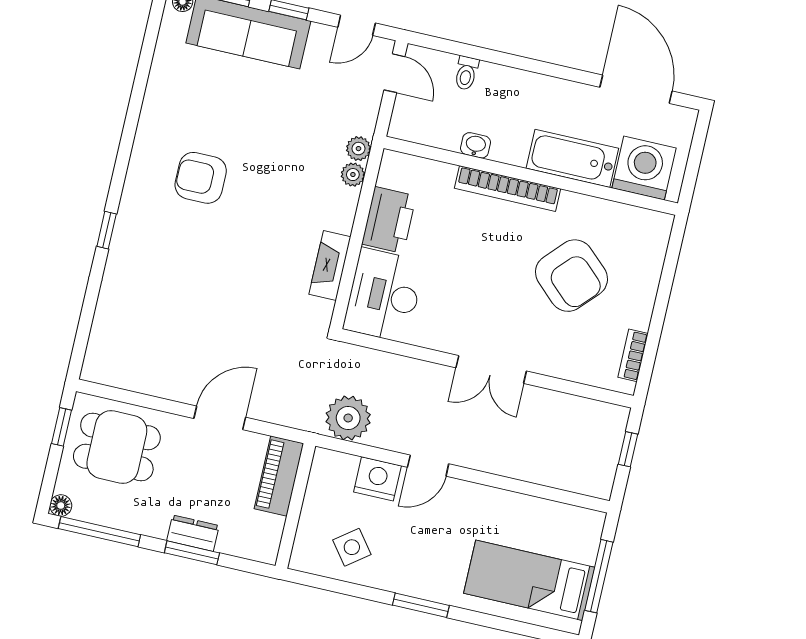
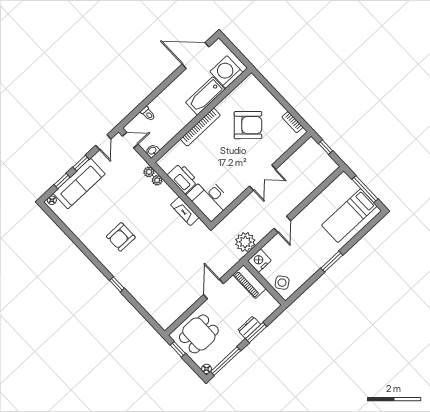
washbasin: (476, 145) -> (152, 151), moved
nightstand: (377, 479) -> (259, 261), moved
side table: (352, 547) -> (282, 283), moved

